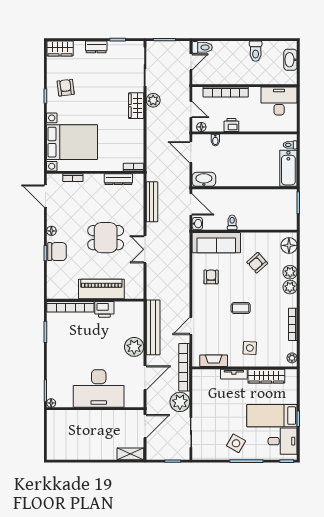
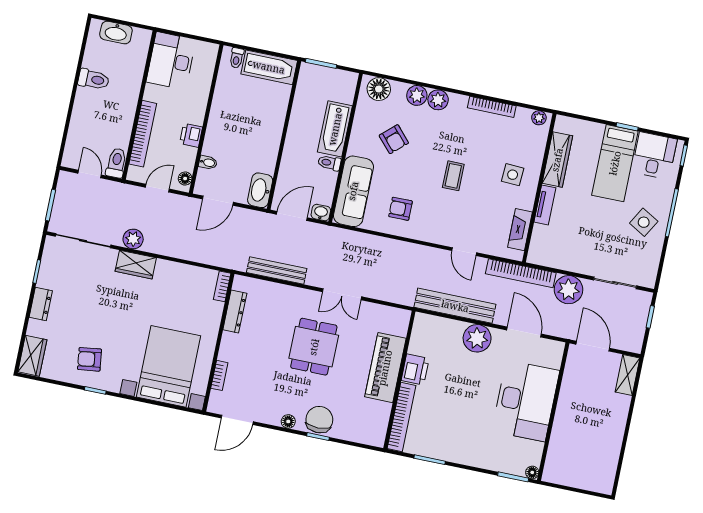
toilet: (202, 47) -> (116, 163), moved
bathtub: (256, 221) -> (335, 129), added

